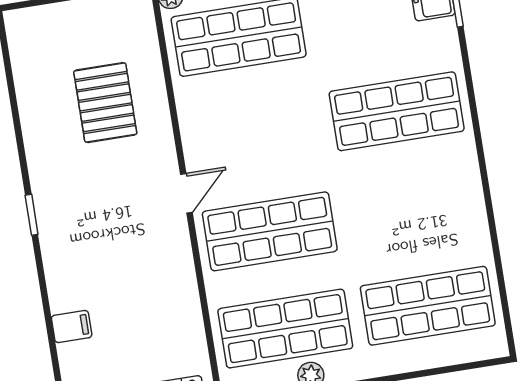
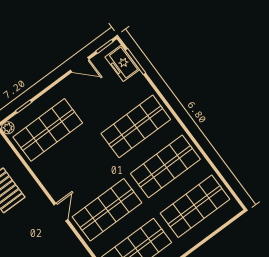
shop shelf: (412, 209) -> (165, 166), added

